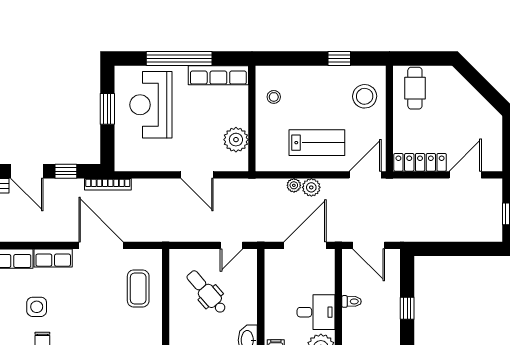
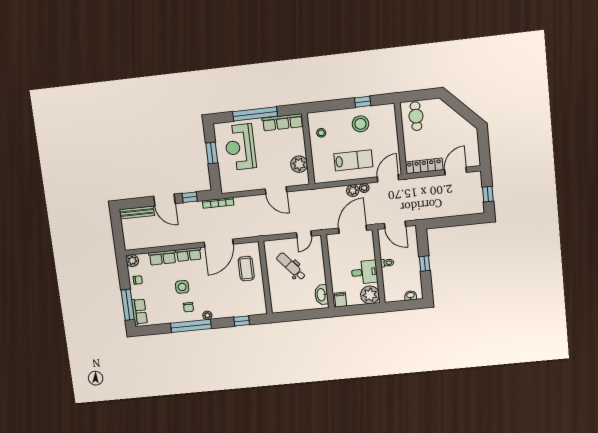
stool: (365, 96) -> (360, 124), moved
plant: (294, 185) -> (364, 188), moved
door: (101, 245) -> (219, 243), swing flipped

